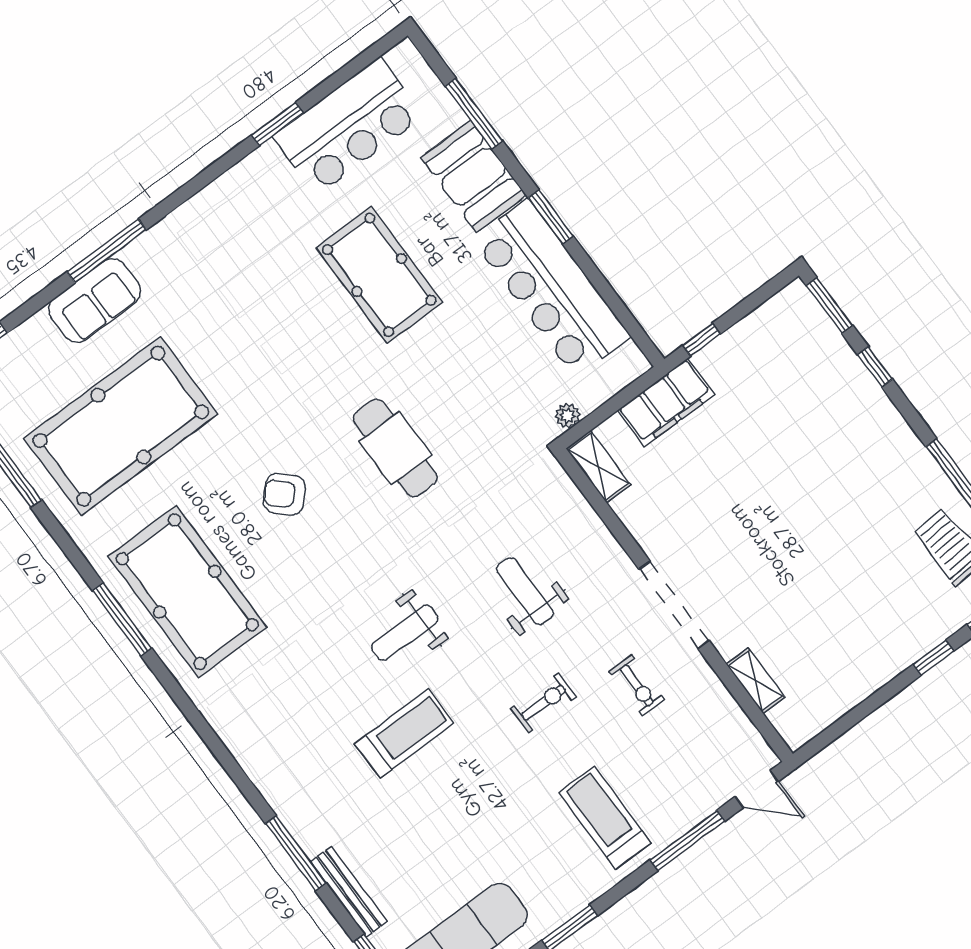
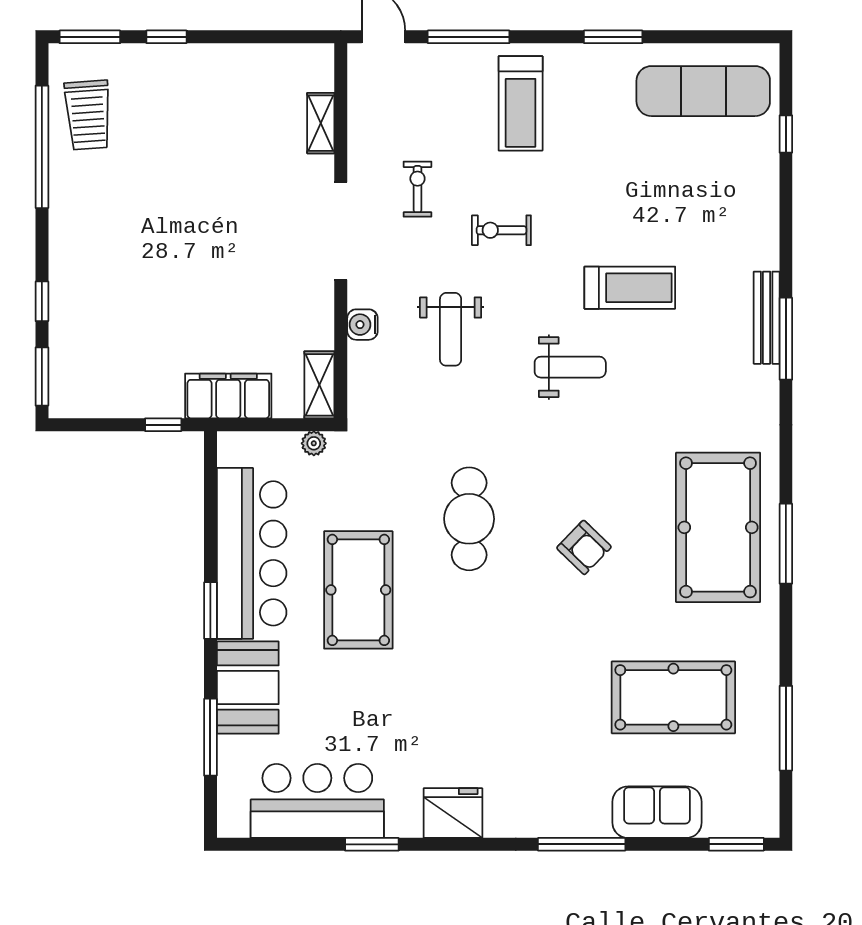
fridge: (230, 198) -> (453, 813), added
pool table: (379, 275) -> (358, 590), moved
sofa: (95, 300) -> (657, 812), moved
pool table: (121, 426) -> (673, 697), width x0.73, depth x0.76
water cooler: (600, 542) -> (362, 325), added
treadmill: (404, 734) -> (630, 288), turned 180
window: (296, 853) -> (786, 339), moved
bench: (349, 892) -> (767, 318), moved

